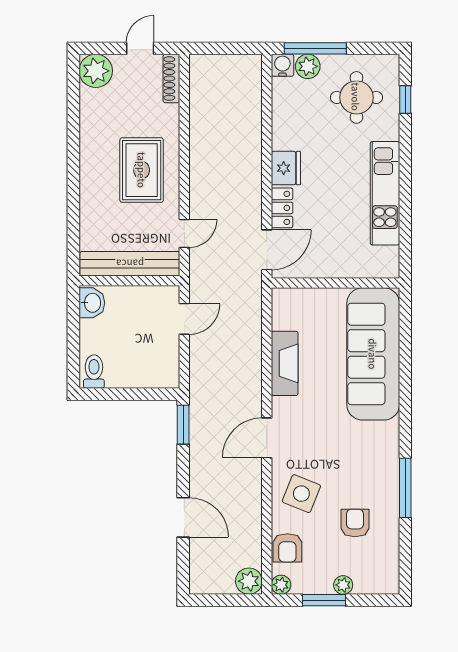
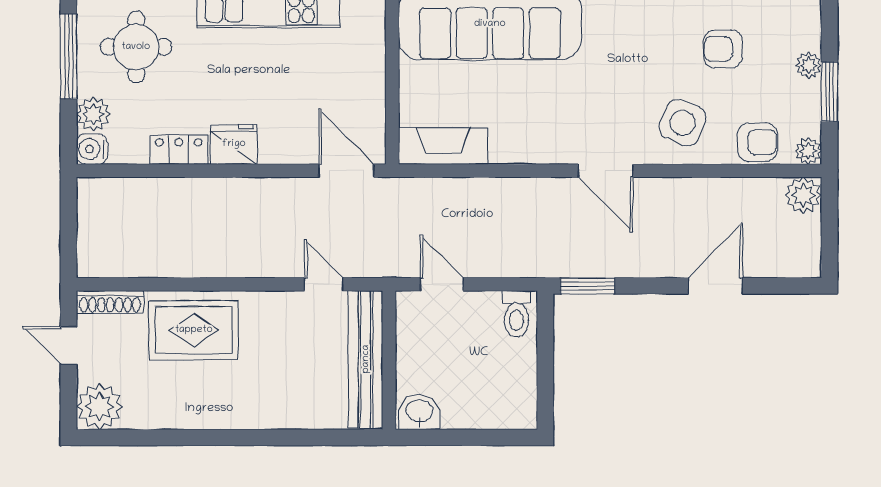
window: (315, 48) -> (69, 56), moved
rug: (142, 170) -> (194, 330), moved
locker: (282, 208) -> (179, 150), moved
fireplace: (285, 363) -> (443, 146), moved
toilet: (94, 372) -> (517, 314), moved, turned -90

